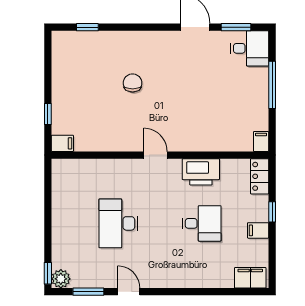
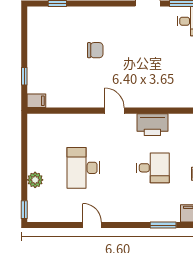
chair: (133, 83) -> (95, 50), turned 90
plant: (61, 279) -> (35, 180), moved
window: (88, 292) -> (163, 225), moved

